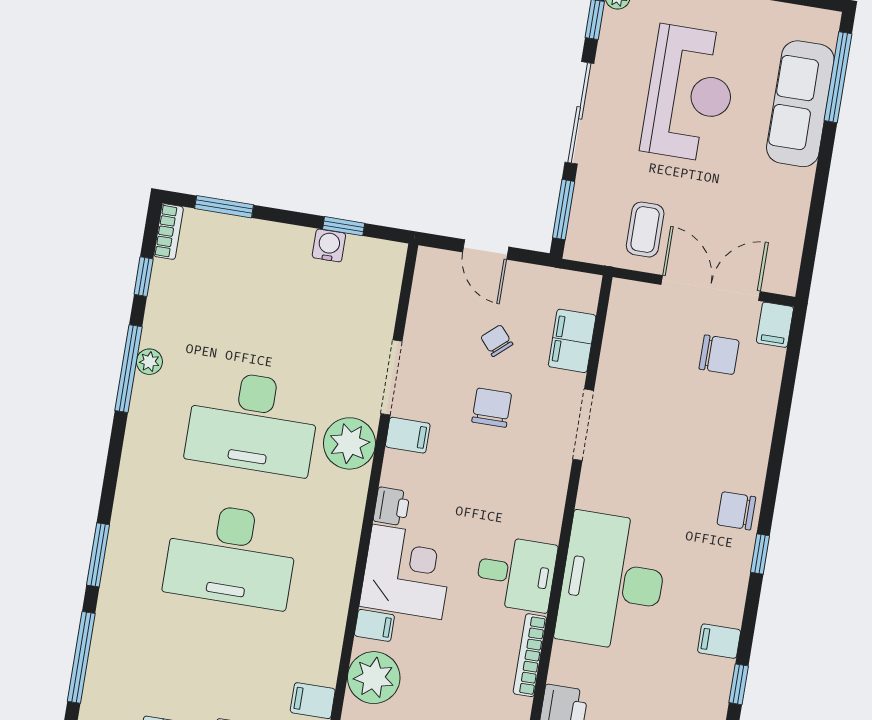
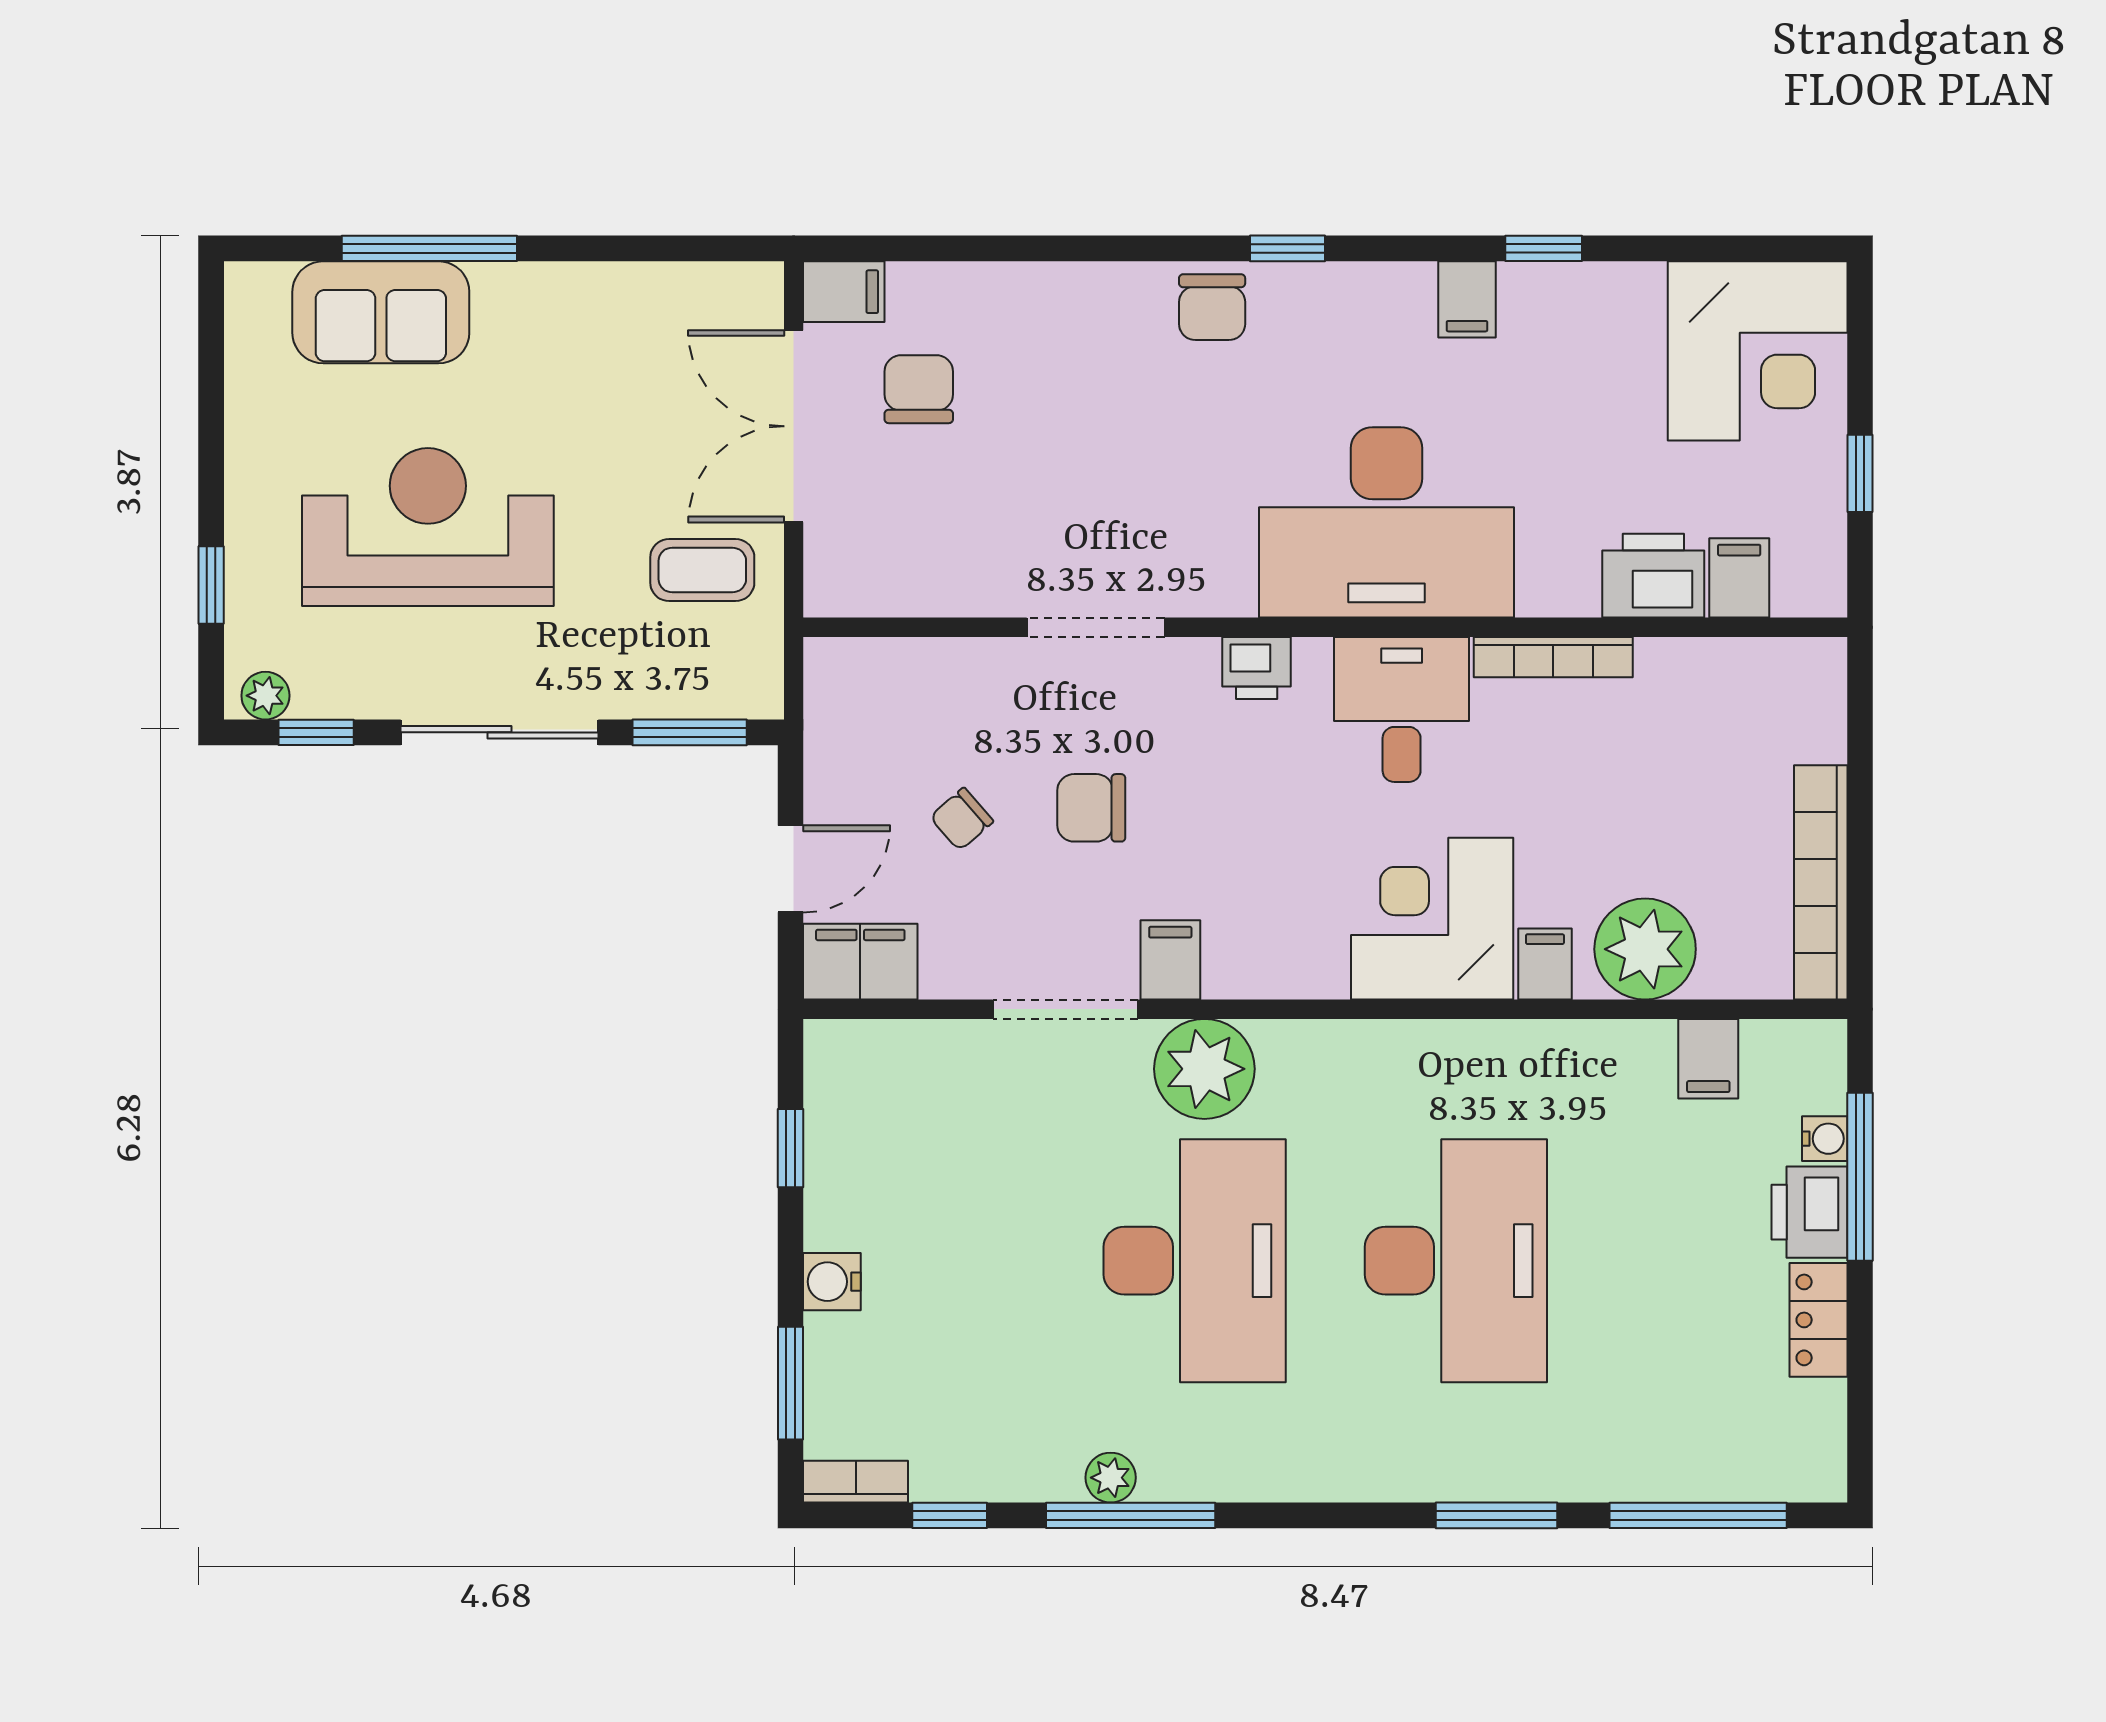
window: (838, 77) -> (429, 248), moved
sofa: (800, 104) -> (381, 312), width x0.73
water cooler: (329, 245) -> (832, 1282), moved
filing cabinet: (572, 341) -> (860, 962), moved, turned 180
printer: (392, 506) -> (1257, 668), moved, turned 180

